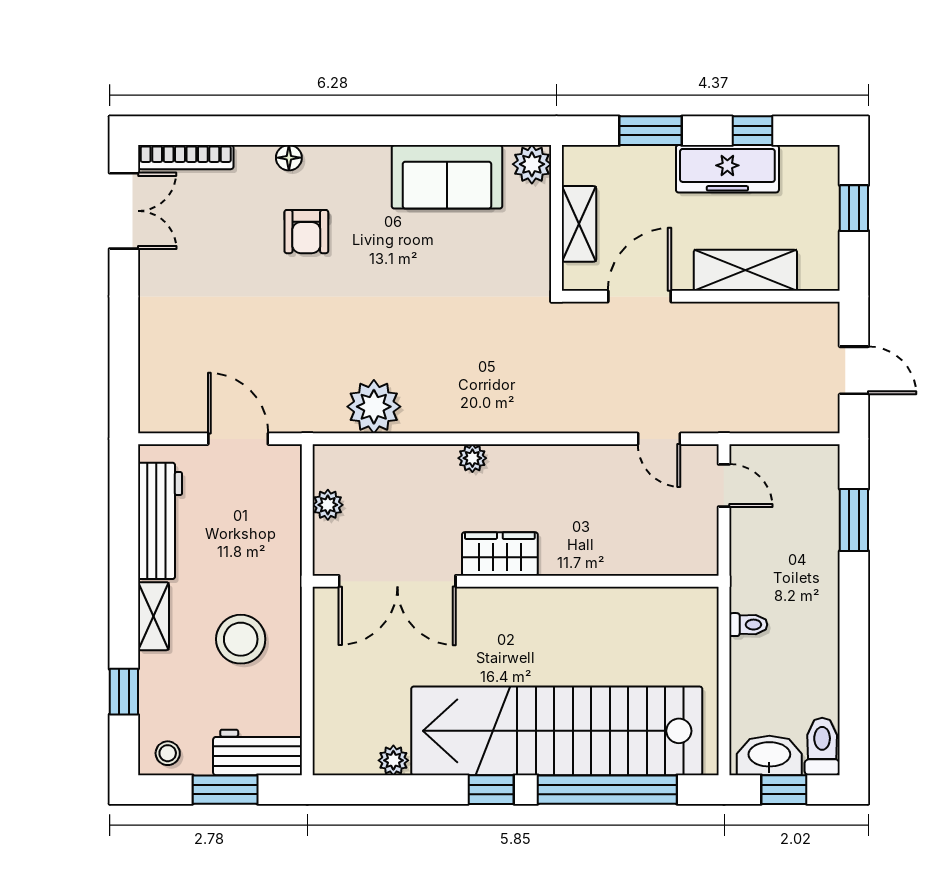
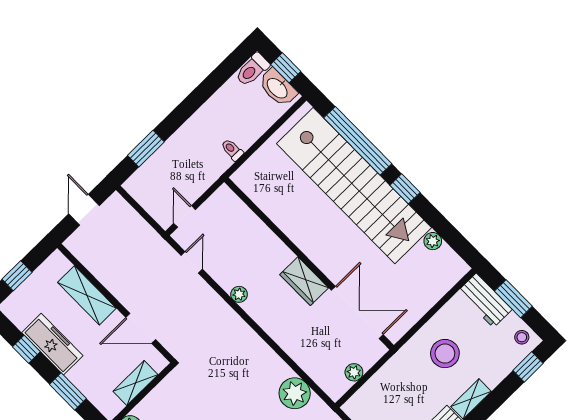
plant: (472, 458) -> (239, 294), moved
window: (124, 692) -> (528, 367), moved

